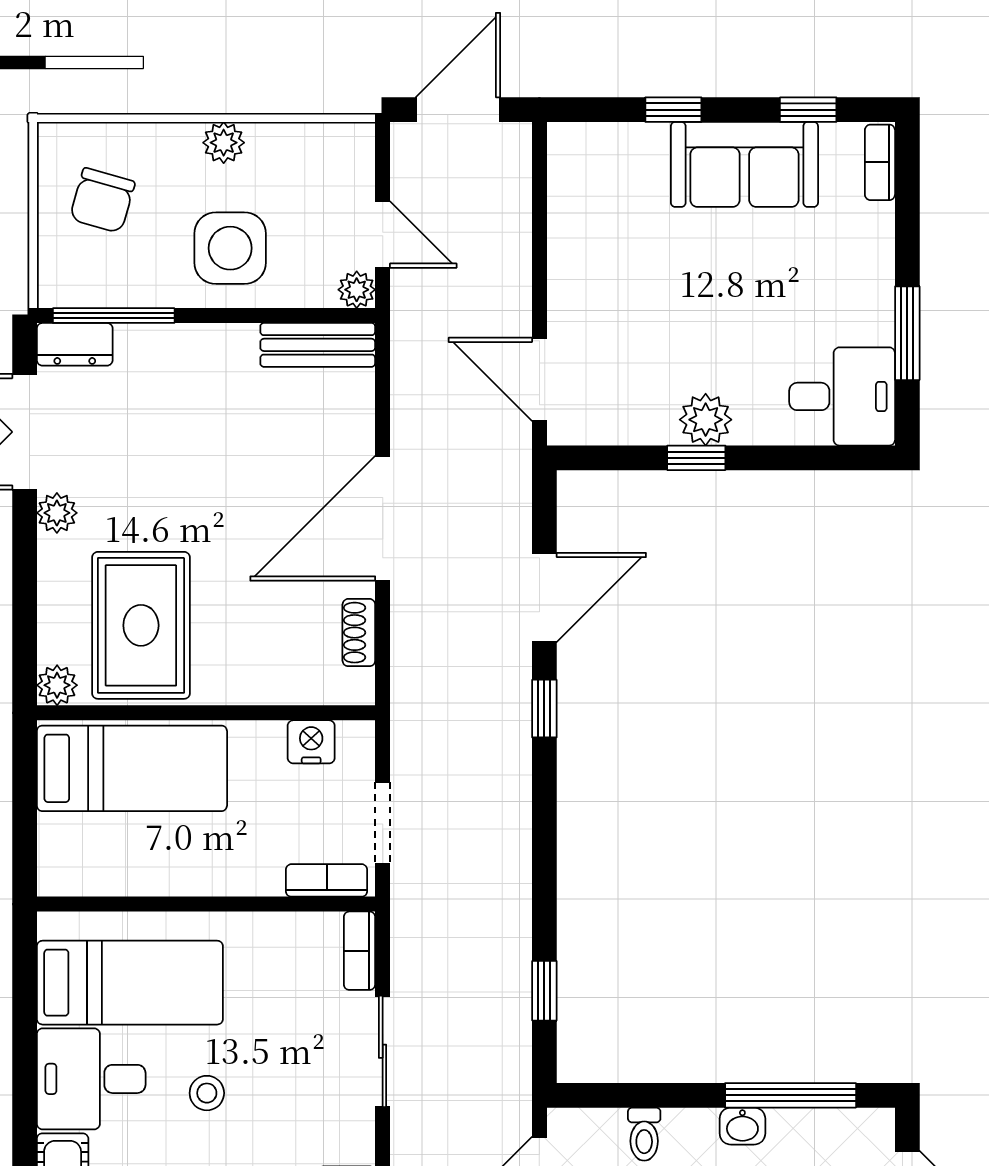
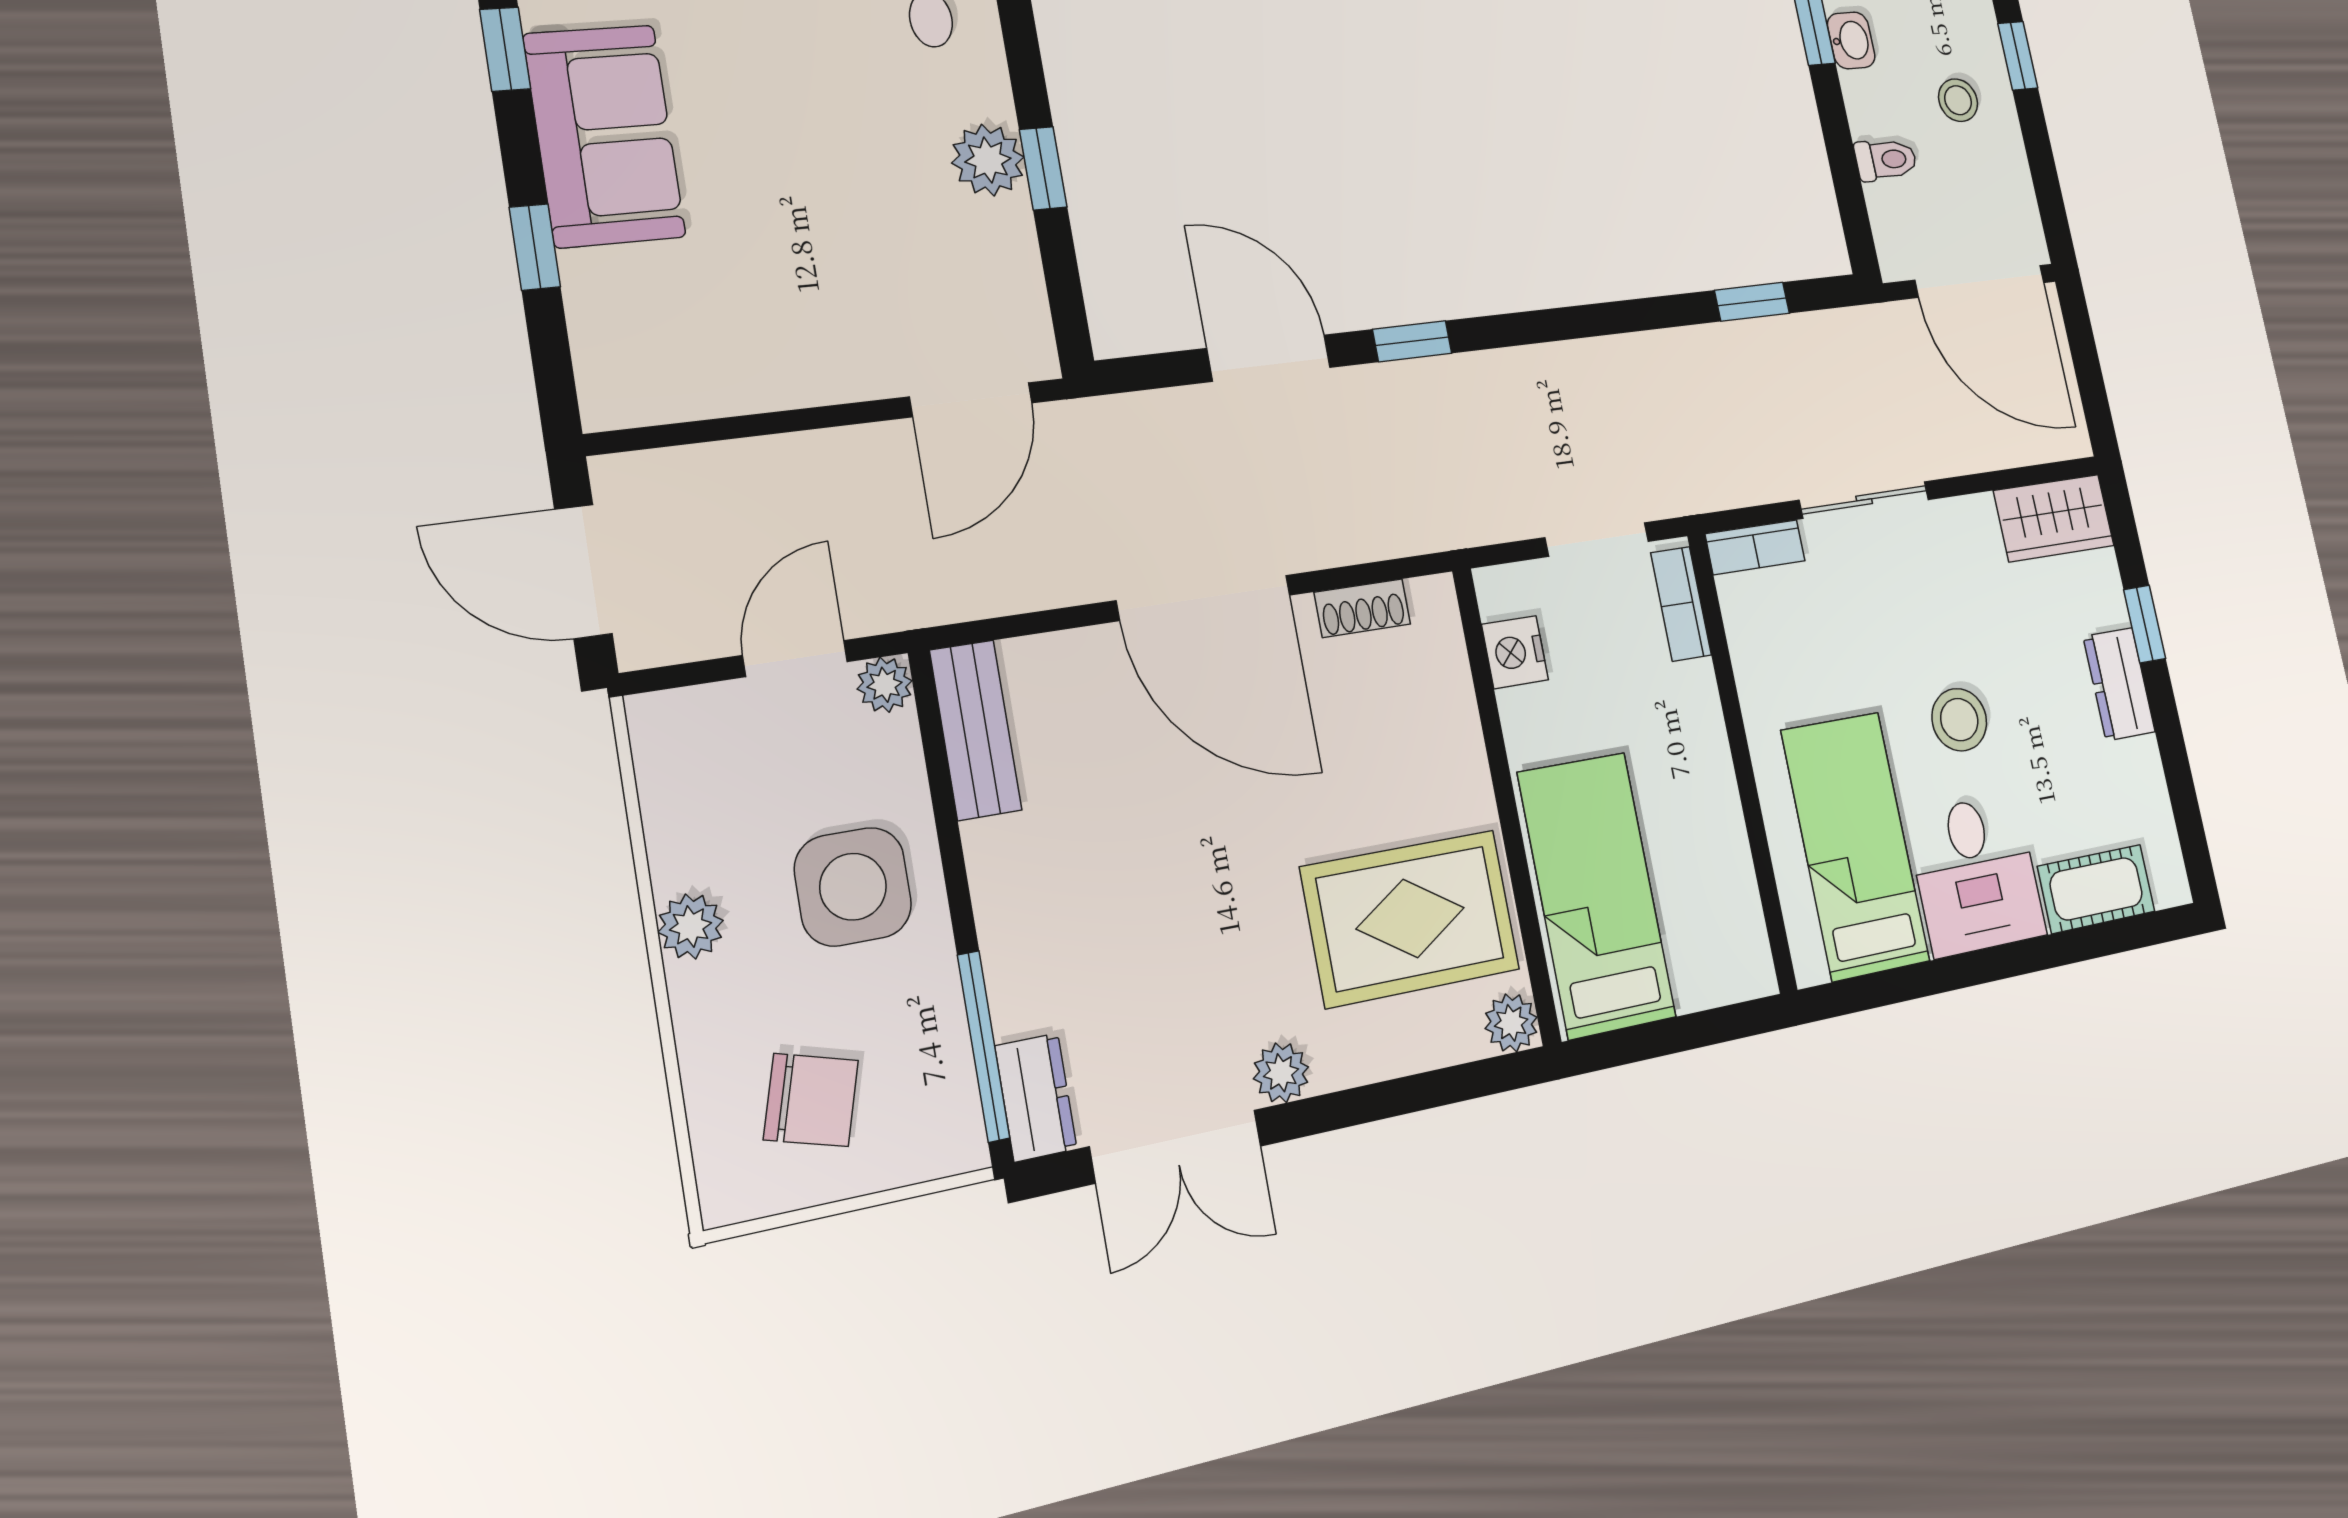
stool: (207, 1093) -> (1959, 720), width x1.37, depth x1.37

